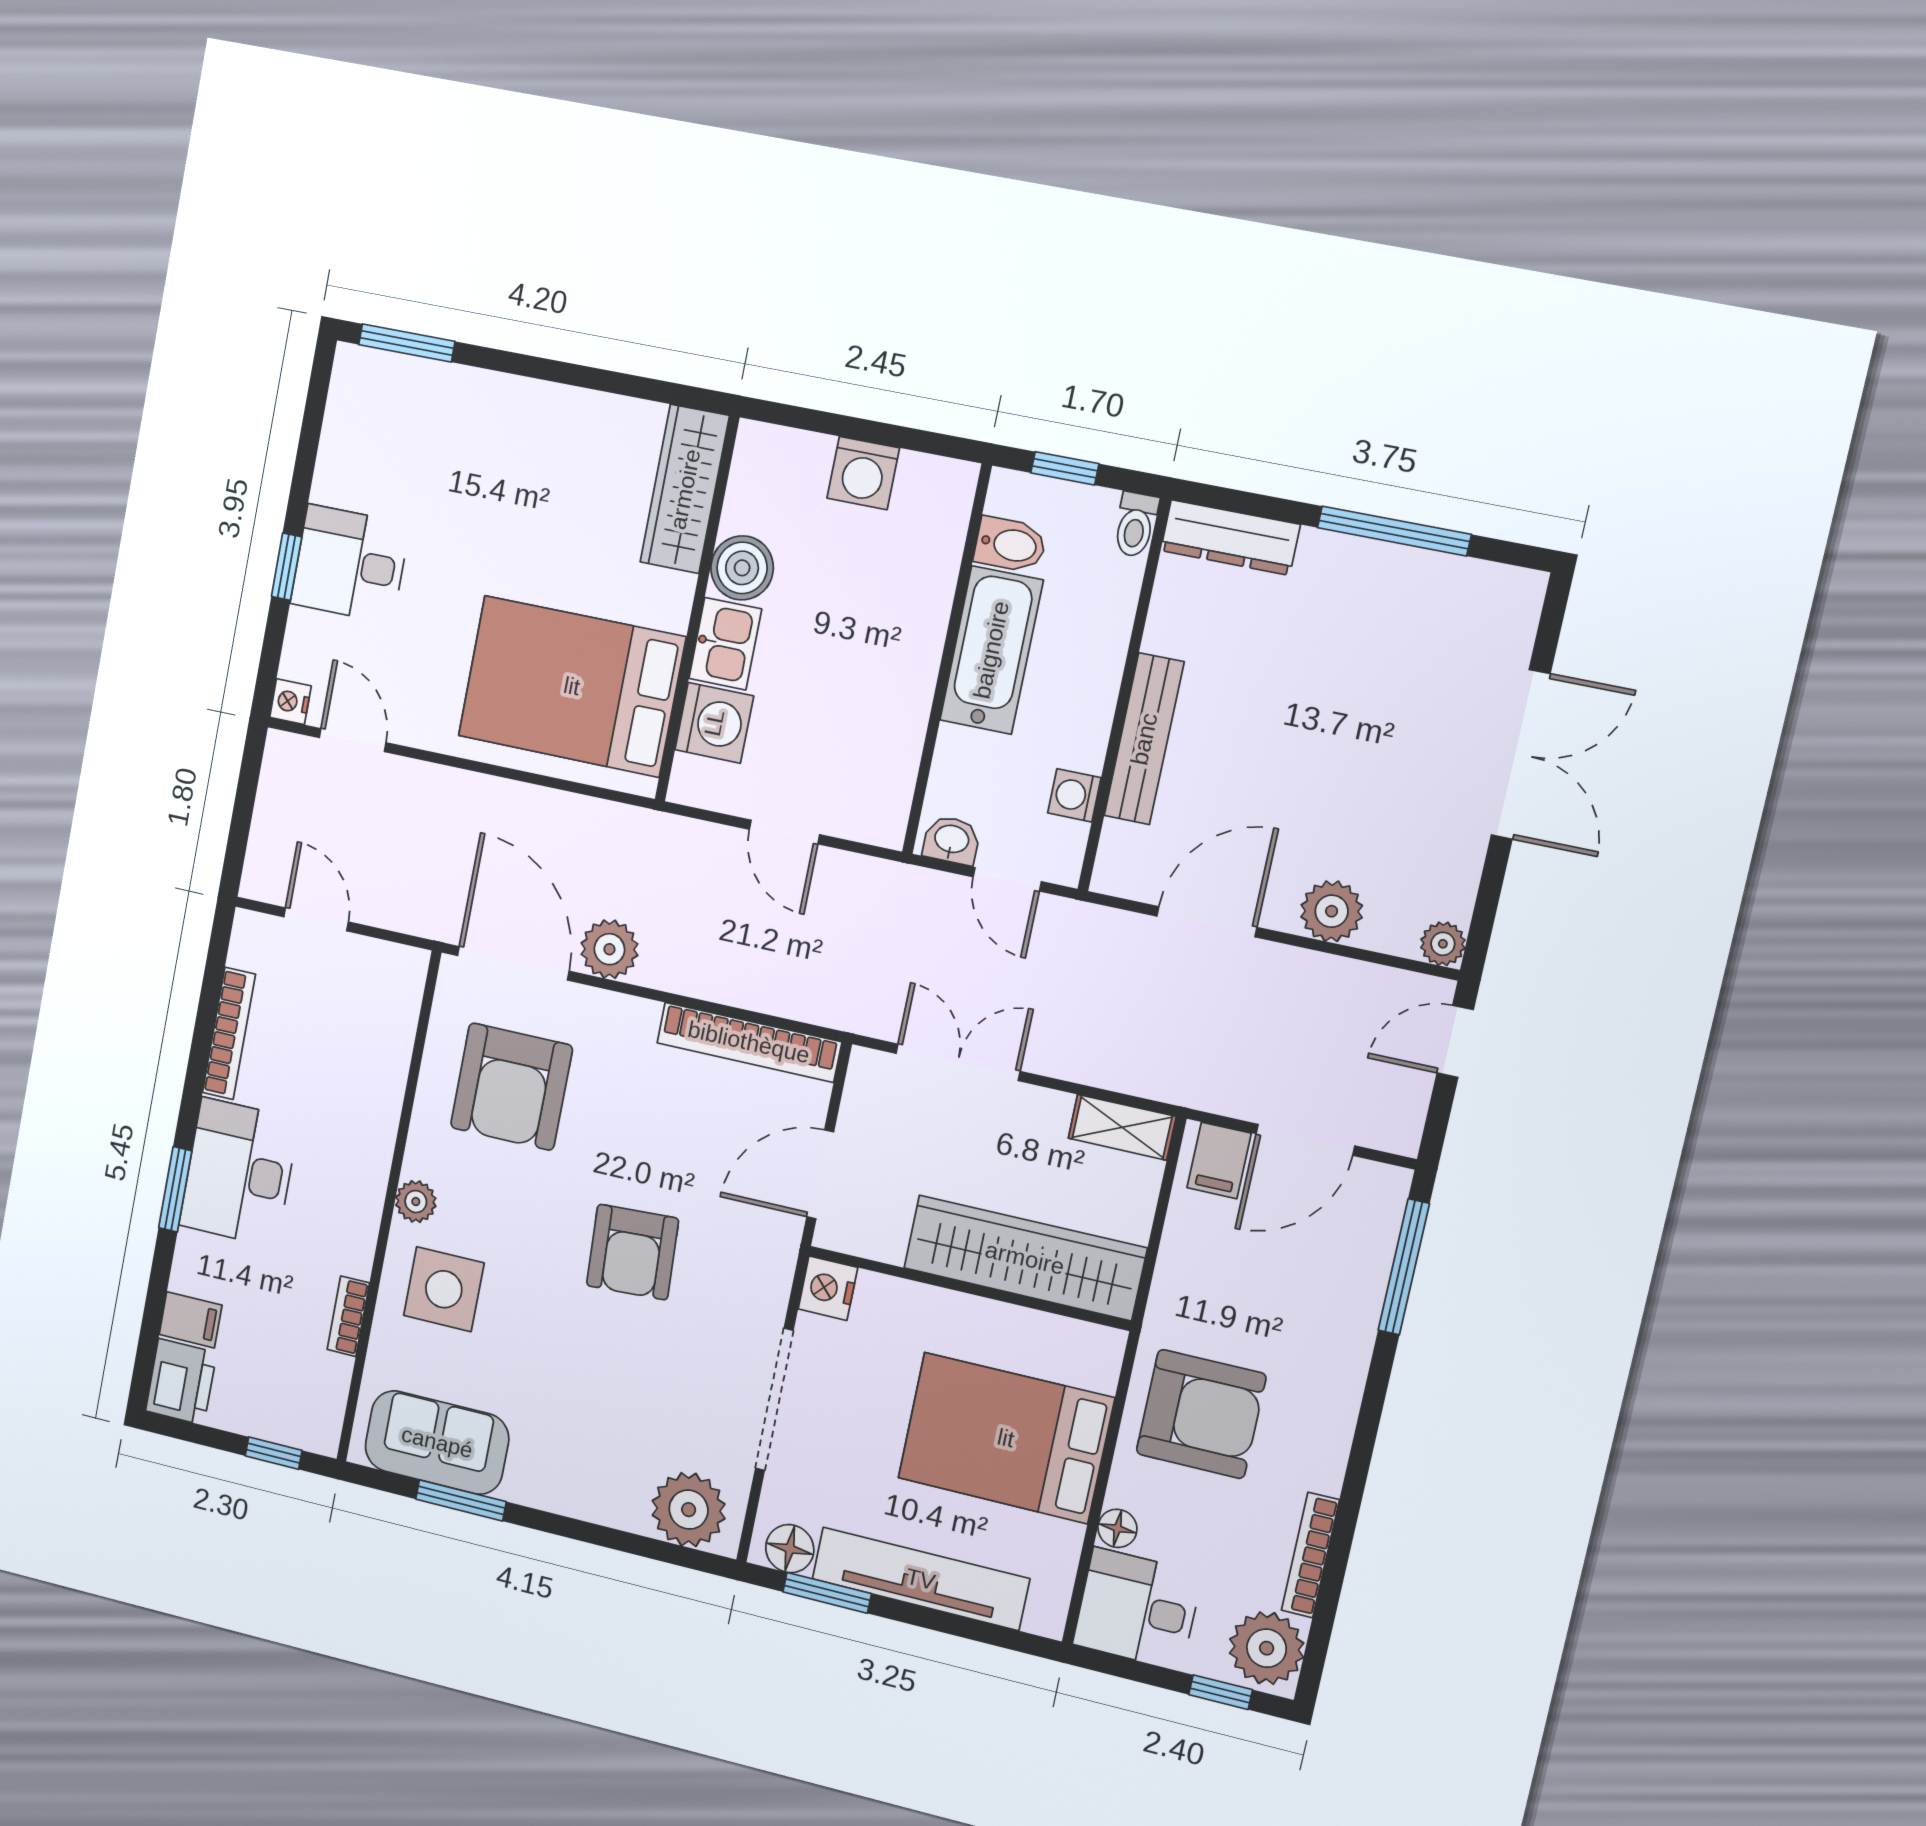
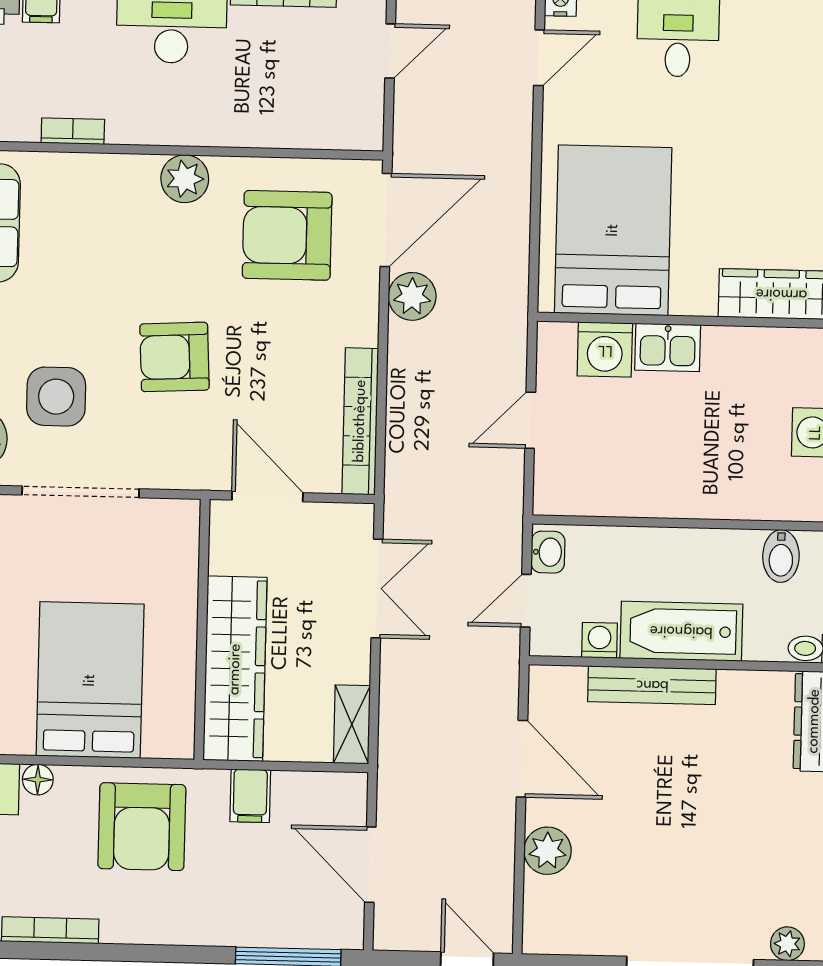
boiler: (742, 568) -> (728, 350), removed
bathtub: (991, 650) -> (681, 631), moved, turned 180
plant: (1443, 944) -> (787, 944), moved
filing cabinet: (1219, 1160) -> (250, 796), moved, turned -90
plant: (416, 1202) -> (185, 179), width x1.38, depth x1.38
nightstand: (828, 1288) -> (179, 519), removed
side table: (444, 1289) -> (56, 397), moved

